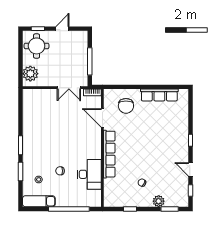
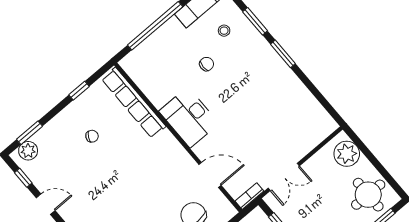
double door: (69, 88) -> (284, 177), swing flipped
row of seats: (109, 154) -> (134, 103), moved
desk: (89, 174) -> (189, 117), moved
plant: (159, 201) -> (28, 151), moved

